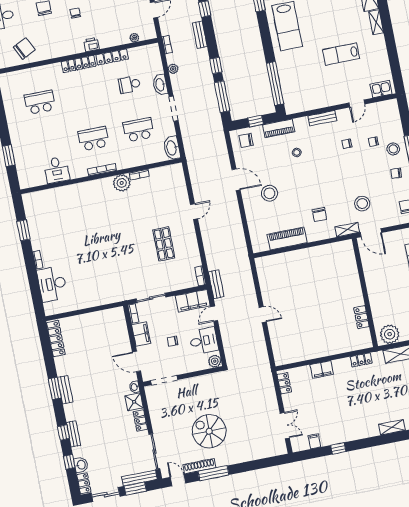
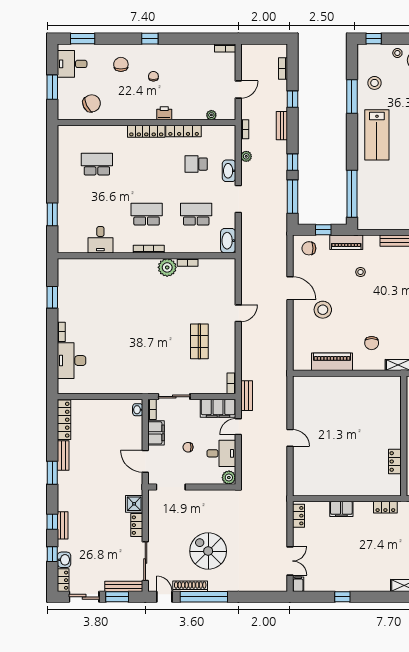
washbasin: (134, 387) -> (138, 410), moved
bench: (65, 390) -> (63, 455), moved
filing cabinet: (314, 441) -> (298, 584), moved
window: (213, 473) -> (204, 597), width x1.46

